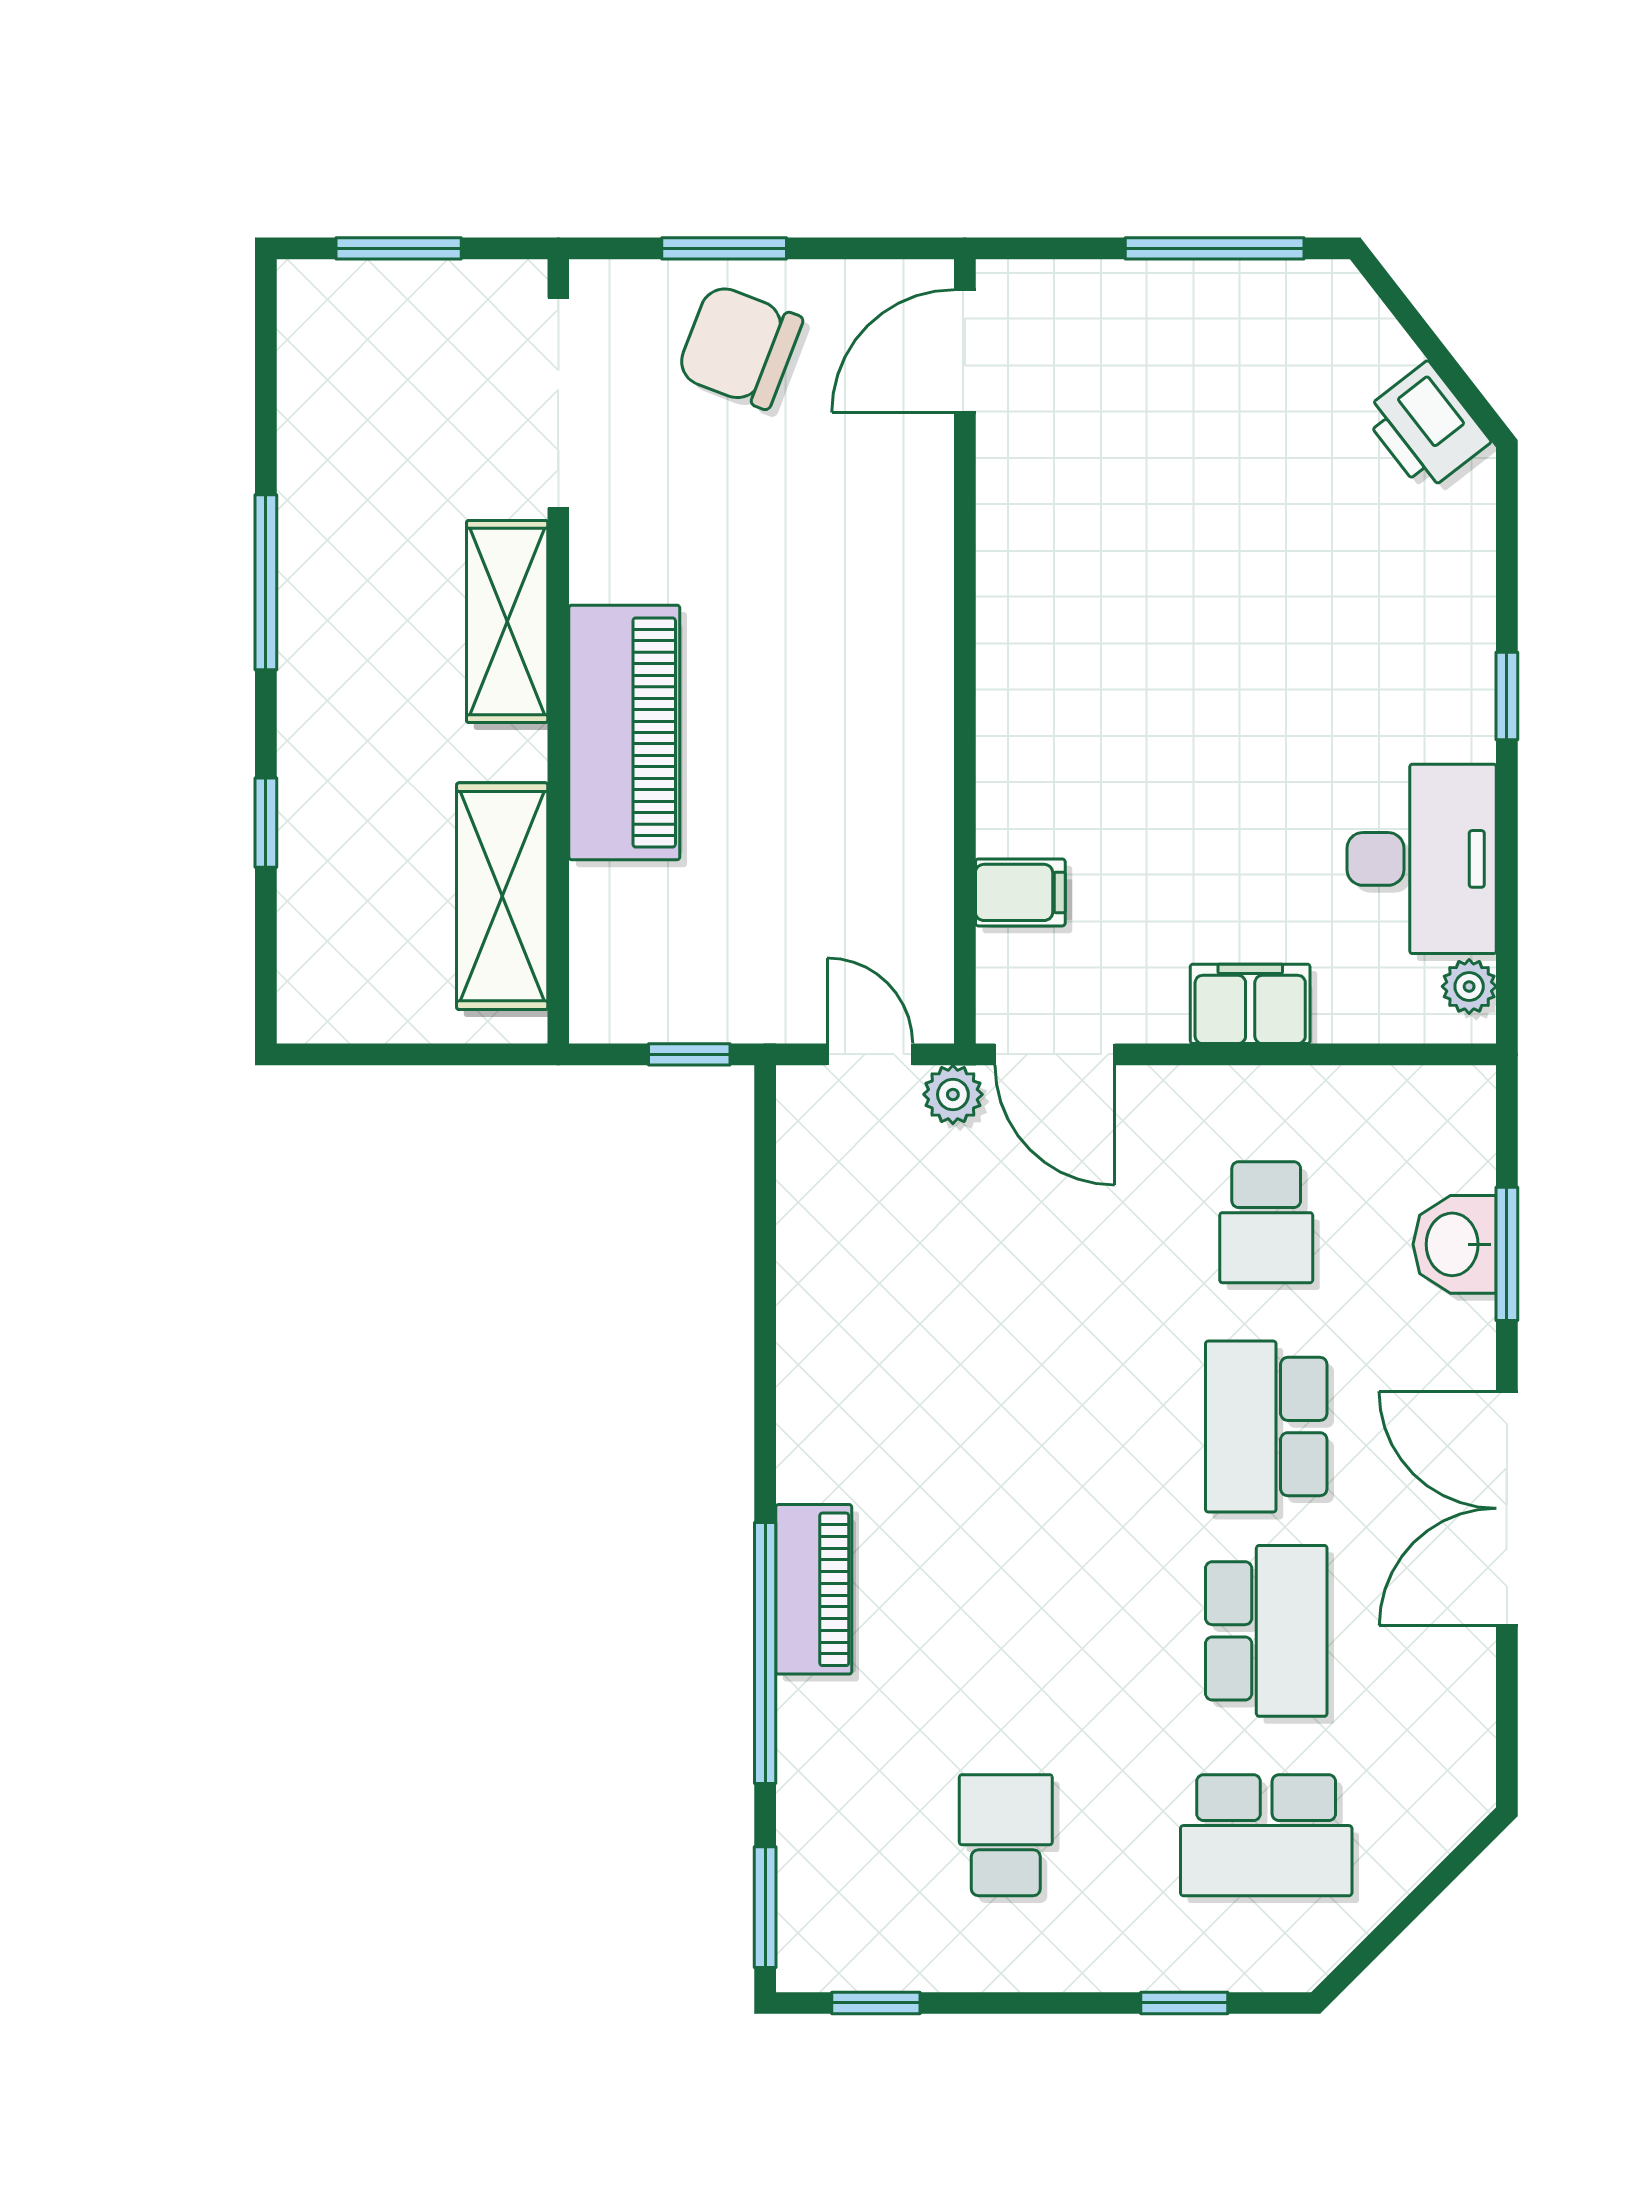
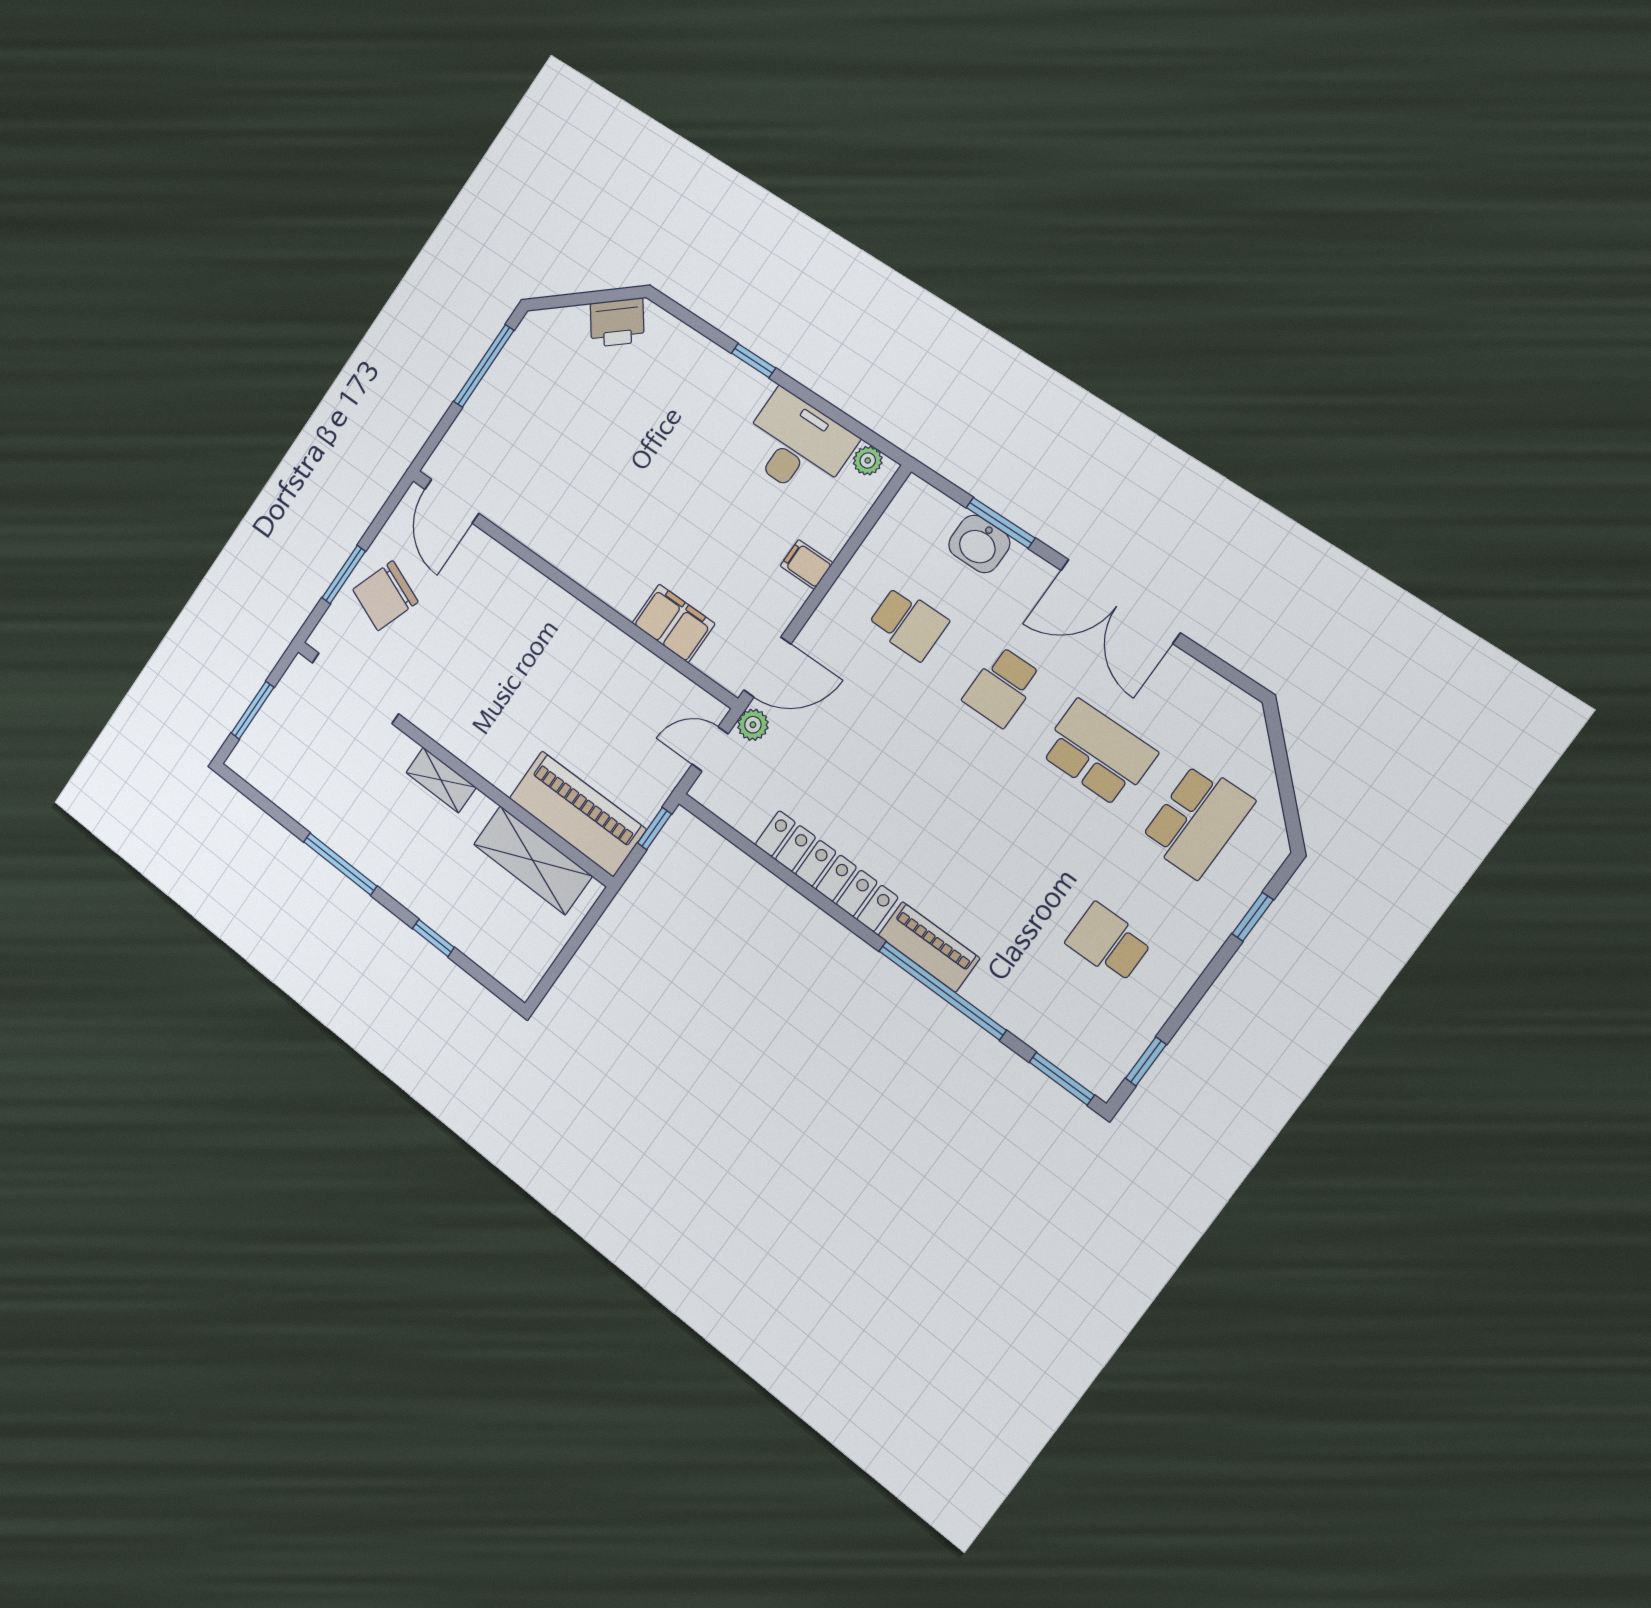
shelving: (507, 621) -> (441, 780), width x0.67, depth x0.75
piano: (624, 732) -> (577, 814), moved
filing cabinet: (1020, 892) -> (673, 623), width x2.00
filing cabinet: (1250, 1004) -> (806, 564), width x0.50
locker: (815, 1361) -> (826, 871), added
school desk: (1266, 1427) -> (1002, 687), width x0.54

